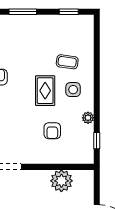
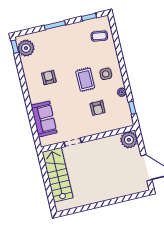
coffee table: (67, 62) -> (99, 36), moved
plant: (61, 181) -> (129, 140), moved

